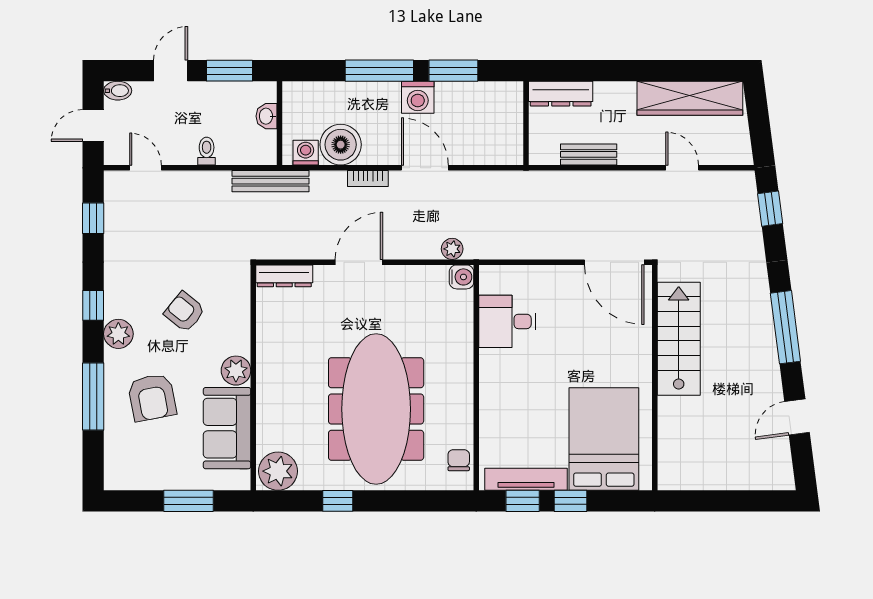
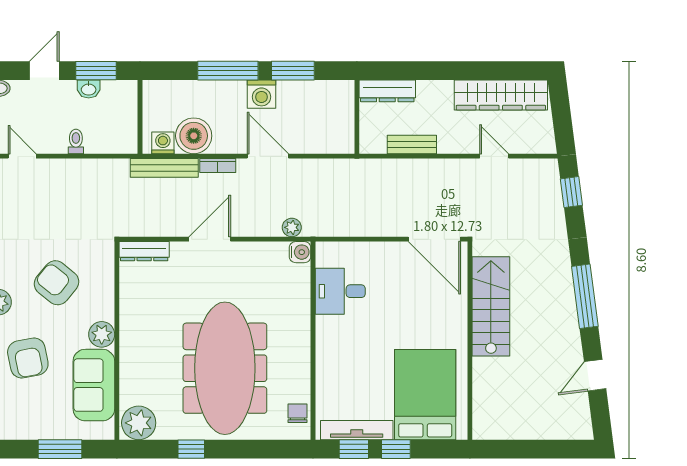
washbasin: (267, 116) -> (89, 89), moved, turned -90
bench: (271, 181) -> (164, 168), moved
armchair: (185, 312) -> (57, 283), width x1.38, depth x1.38

